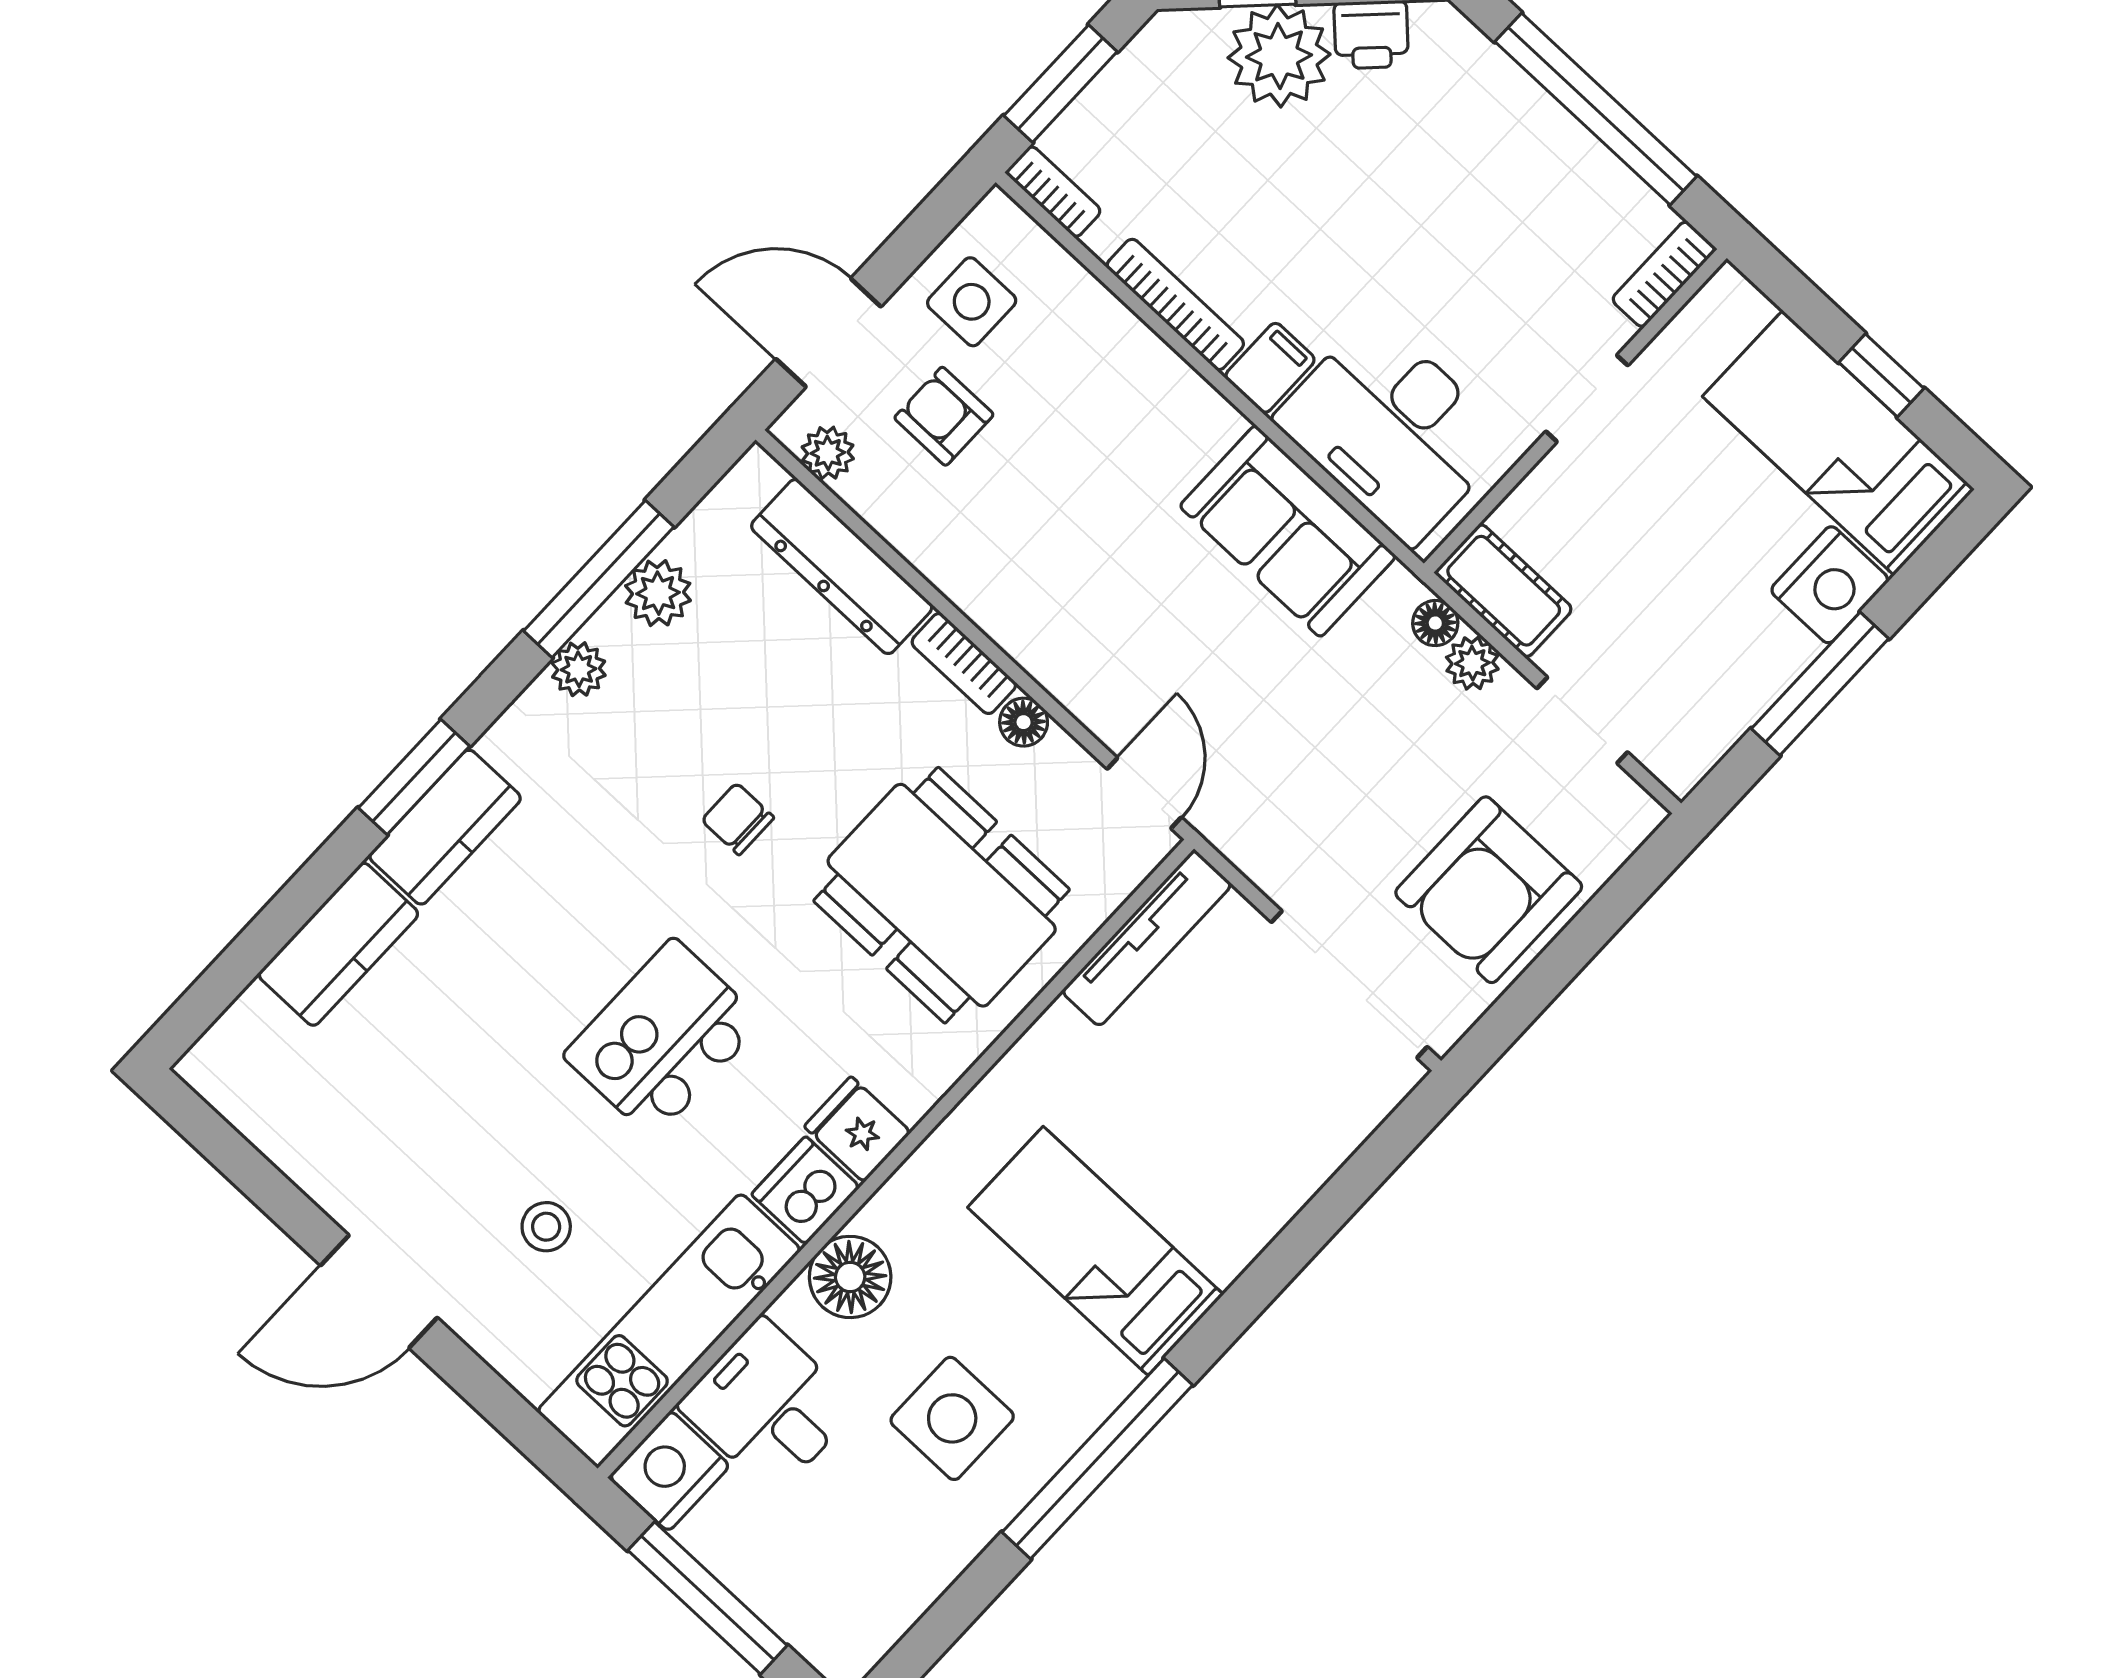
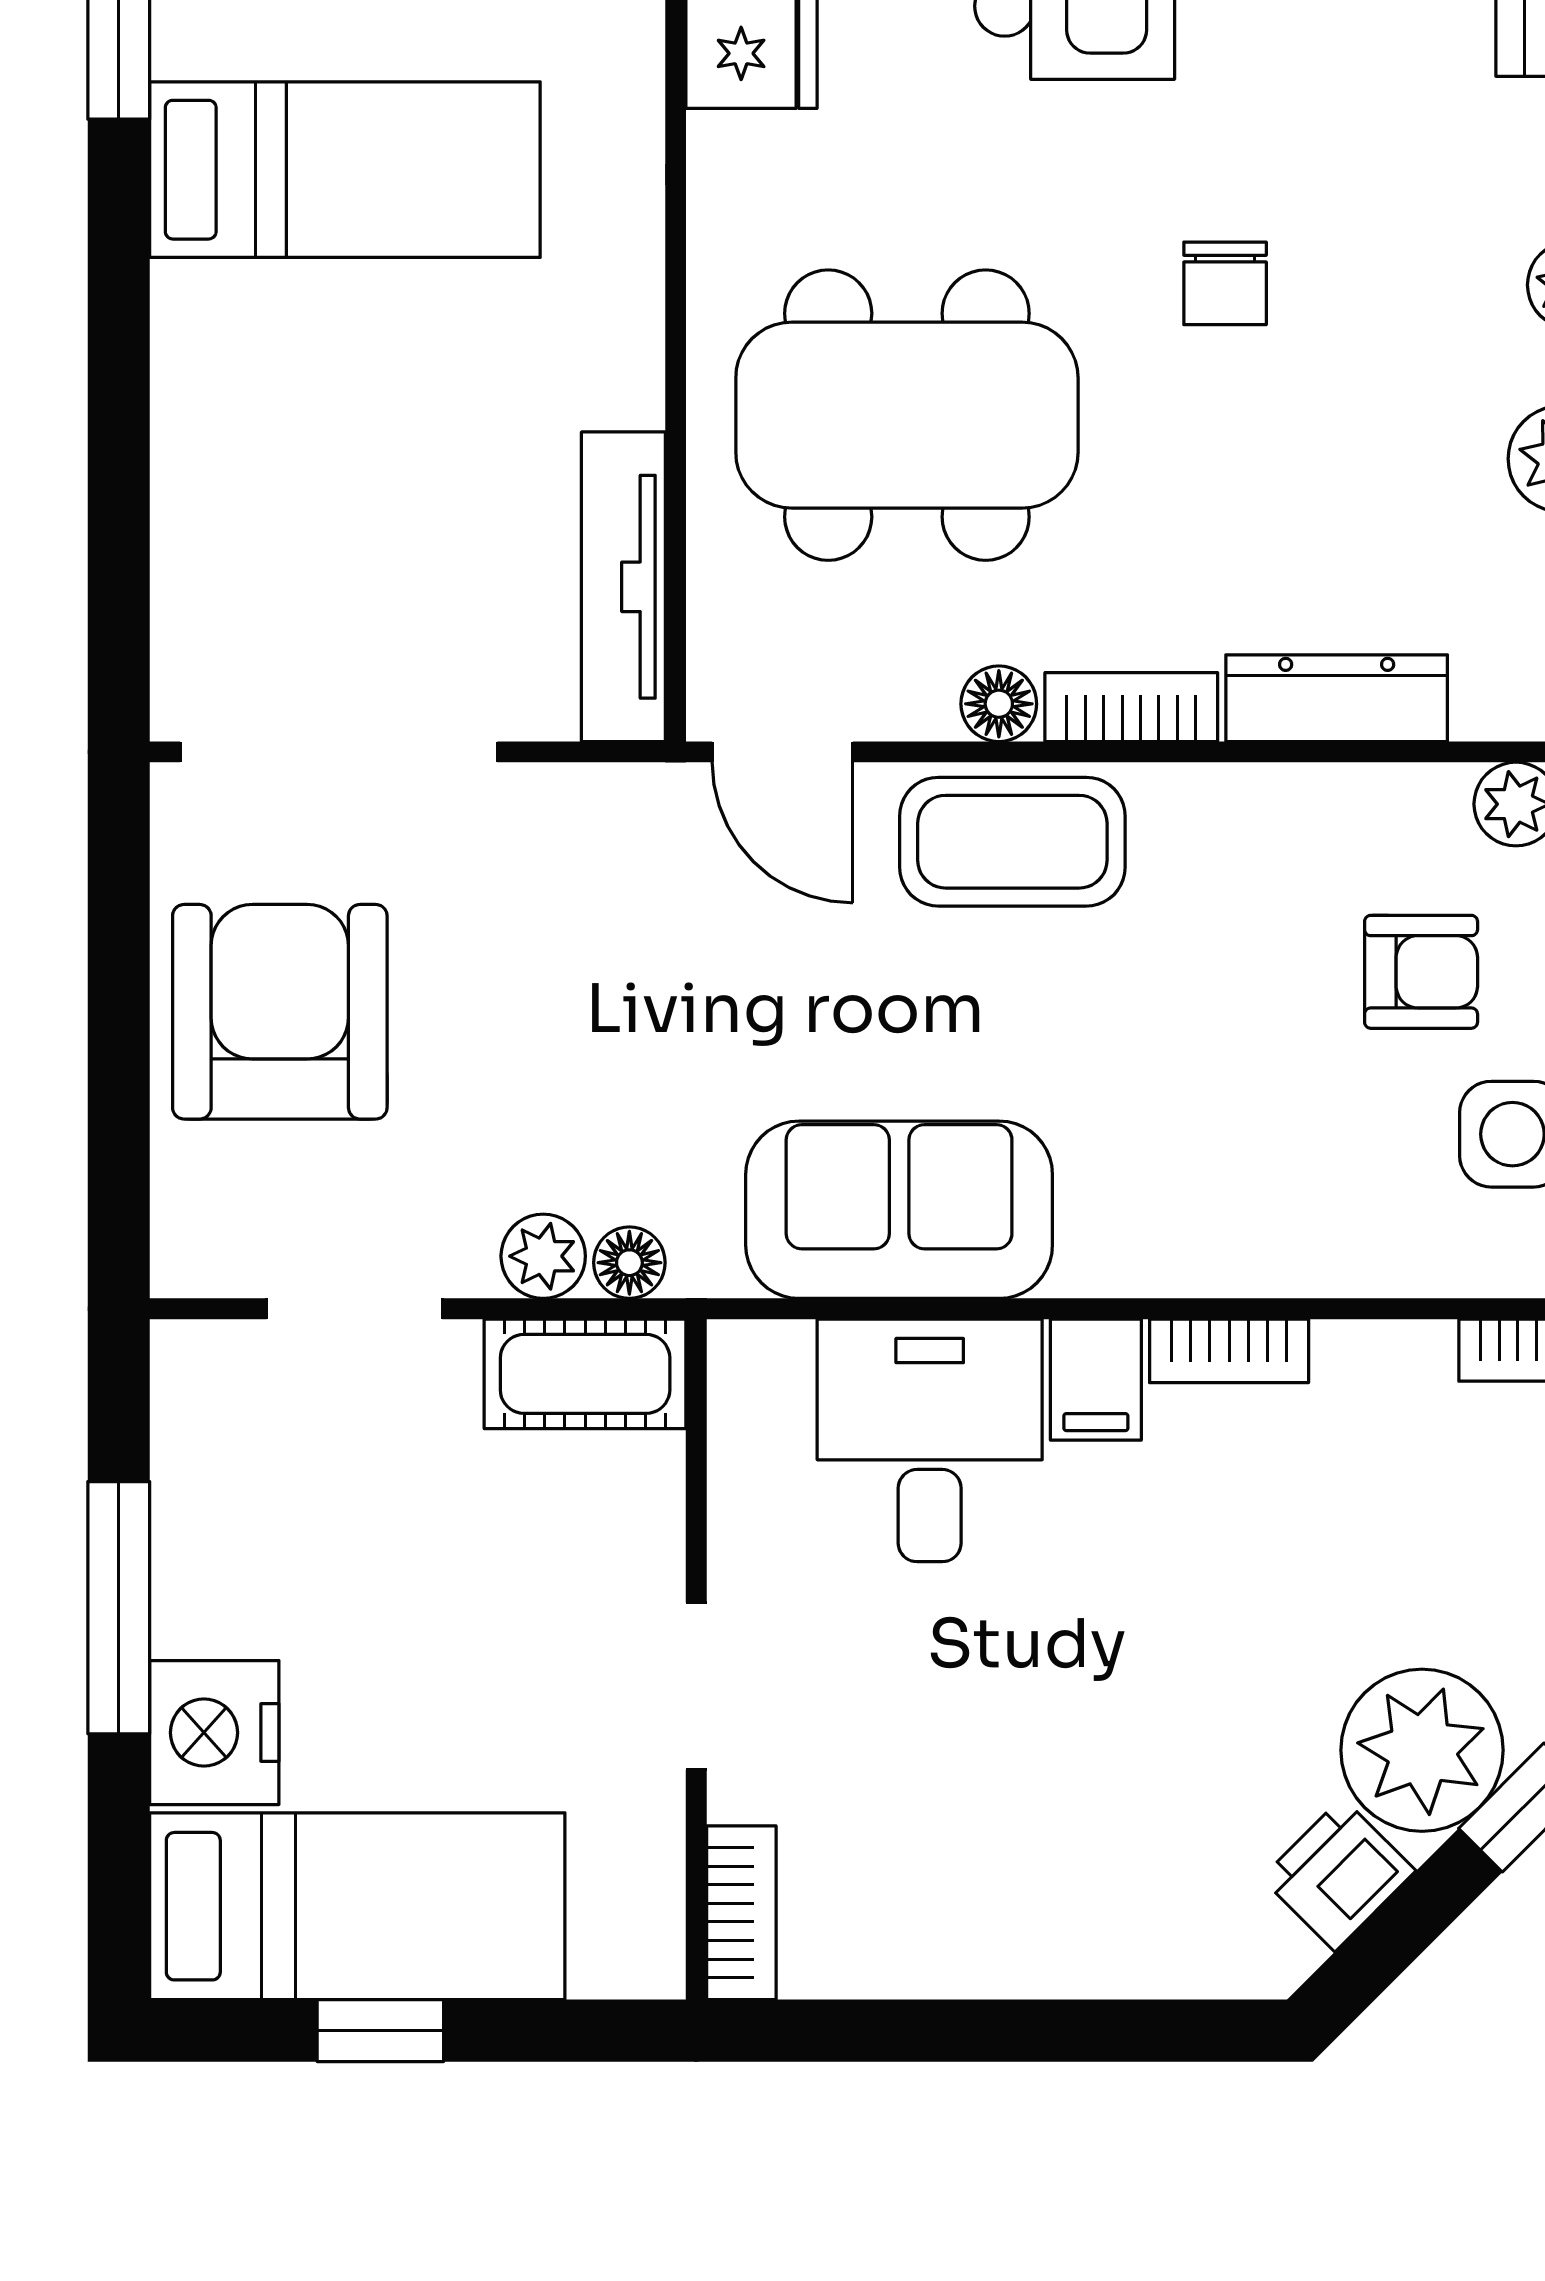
window: (1596, 109) -> (998, 2031), removed
bookcase: (1175, 304) -> (1229, 1351), width x0.64
desk: (1392, 430) -> (930, 1440), width x0.73
dresser: (842, 567) -> (1337, 698), width x0.73, depth x0.80
coffee table: (1077, 653) -> (1012, 842), added
chair: (738, 819) -> (1225, 283), turned 90

